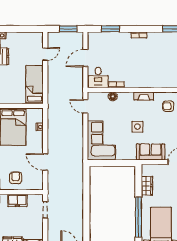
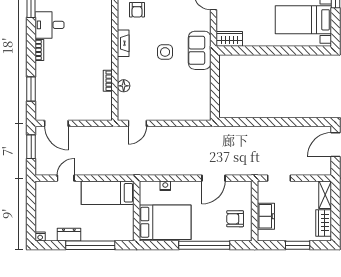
door: (45, 54) -> (66, 178), hinge flipped
door: (85, 58) -> (56, 123), moved
desk: (98, 77) -> (50, 25), moved, turned 180
corner sofa: (101, 140) -> (184, 101), removed
sofa: (151, 152) -> (200, 50), moved
wardrobe: (147, 186) -> (229, 39), moved
window: (138, 217) -> (289, 51), removed

